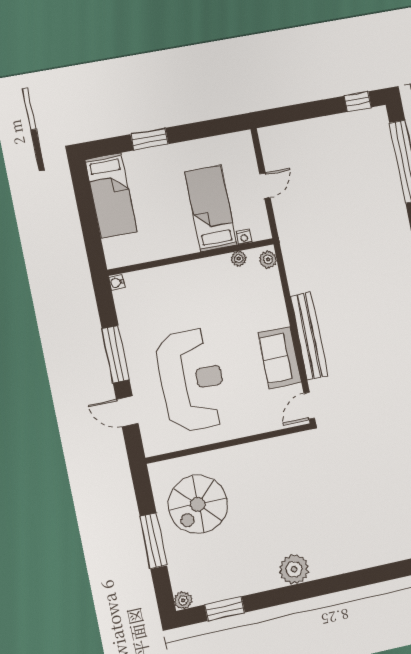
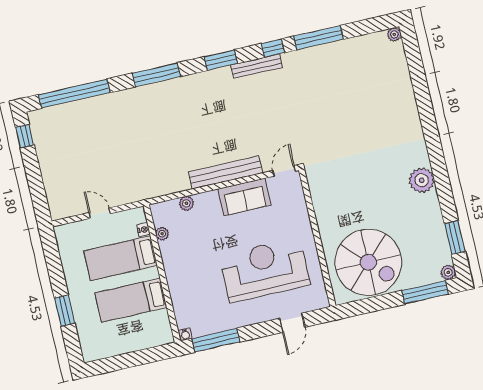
bed: (111, 196) -> (131, 300), moved, turned 180
plant: (268, 259) -> (186, 203), moved
window: (116, 354) -> (216, 340), moved
door: (309, 406) -> (284, 171), swing flipped
spiral stairs: (198, 504) -> (368, 262), width x1.37, depth x1.37
window: (153, 541) -> (425, 292), moved

